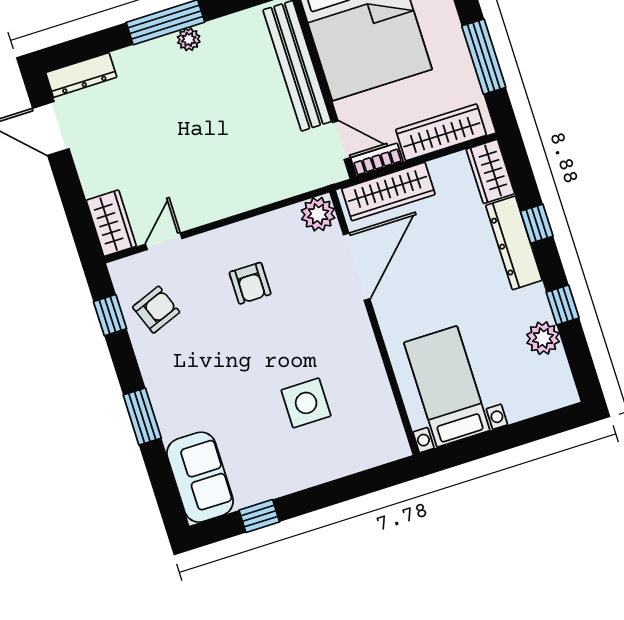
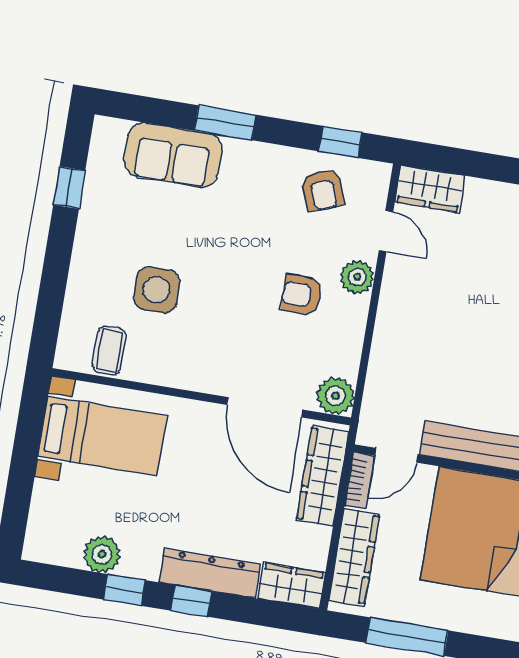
window: (537, 224) -> (191, 601), moved
plant: (213, 246) -> (357, 277), added
coffee table: (375, 416) -> (109, 350), added
sofa: (200, 477) -> (173, 155), moved

